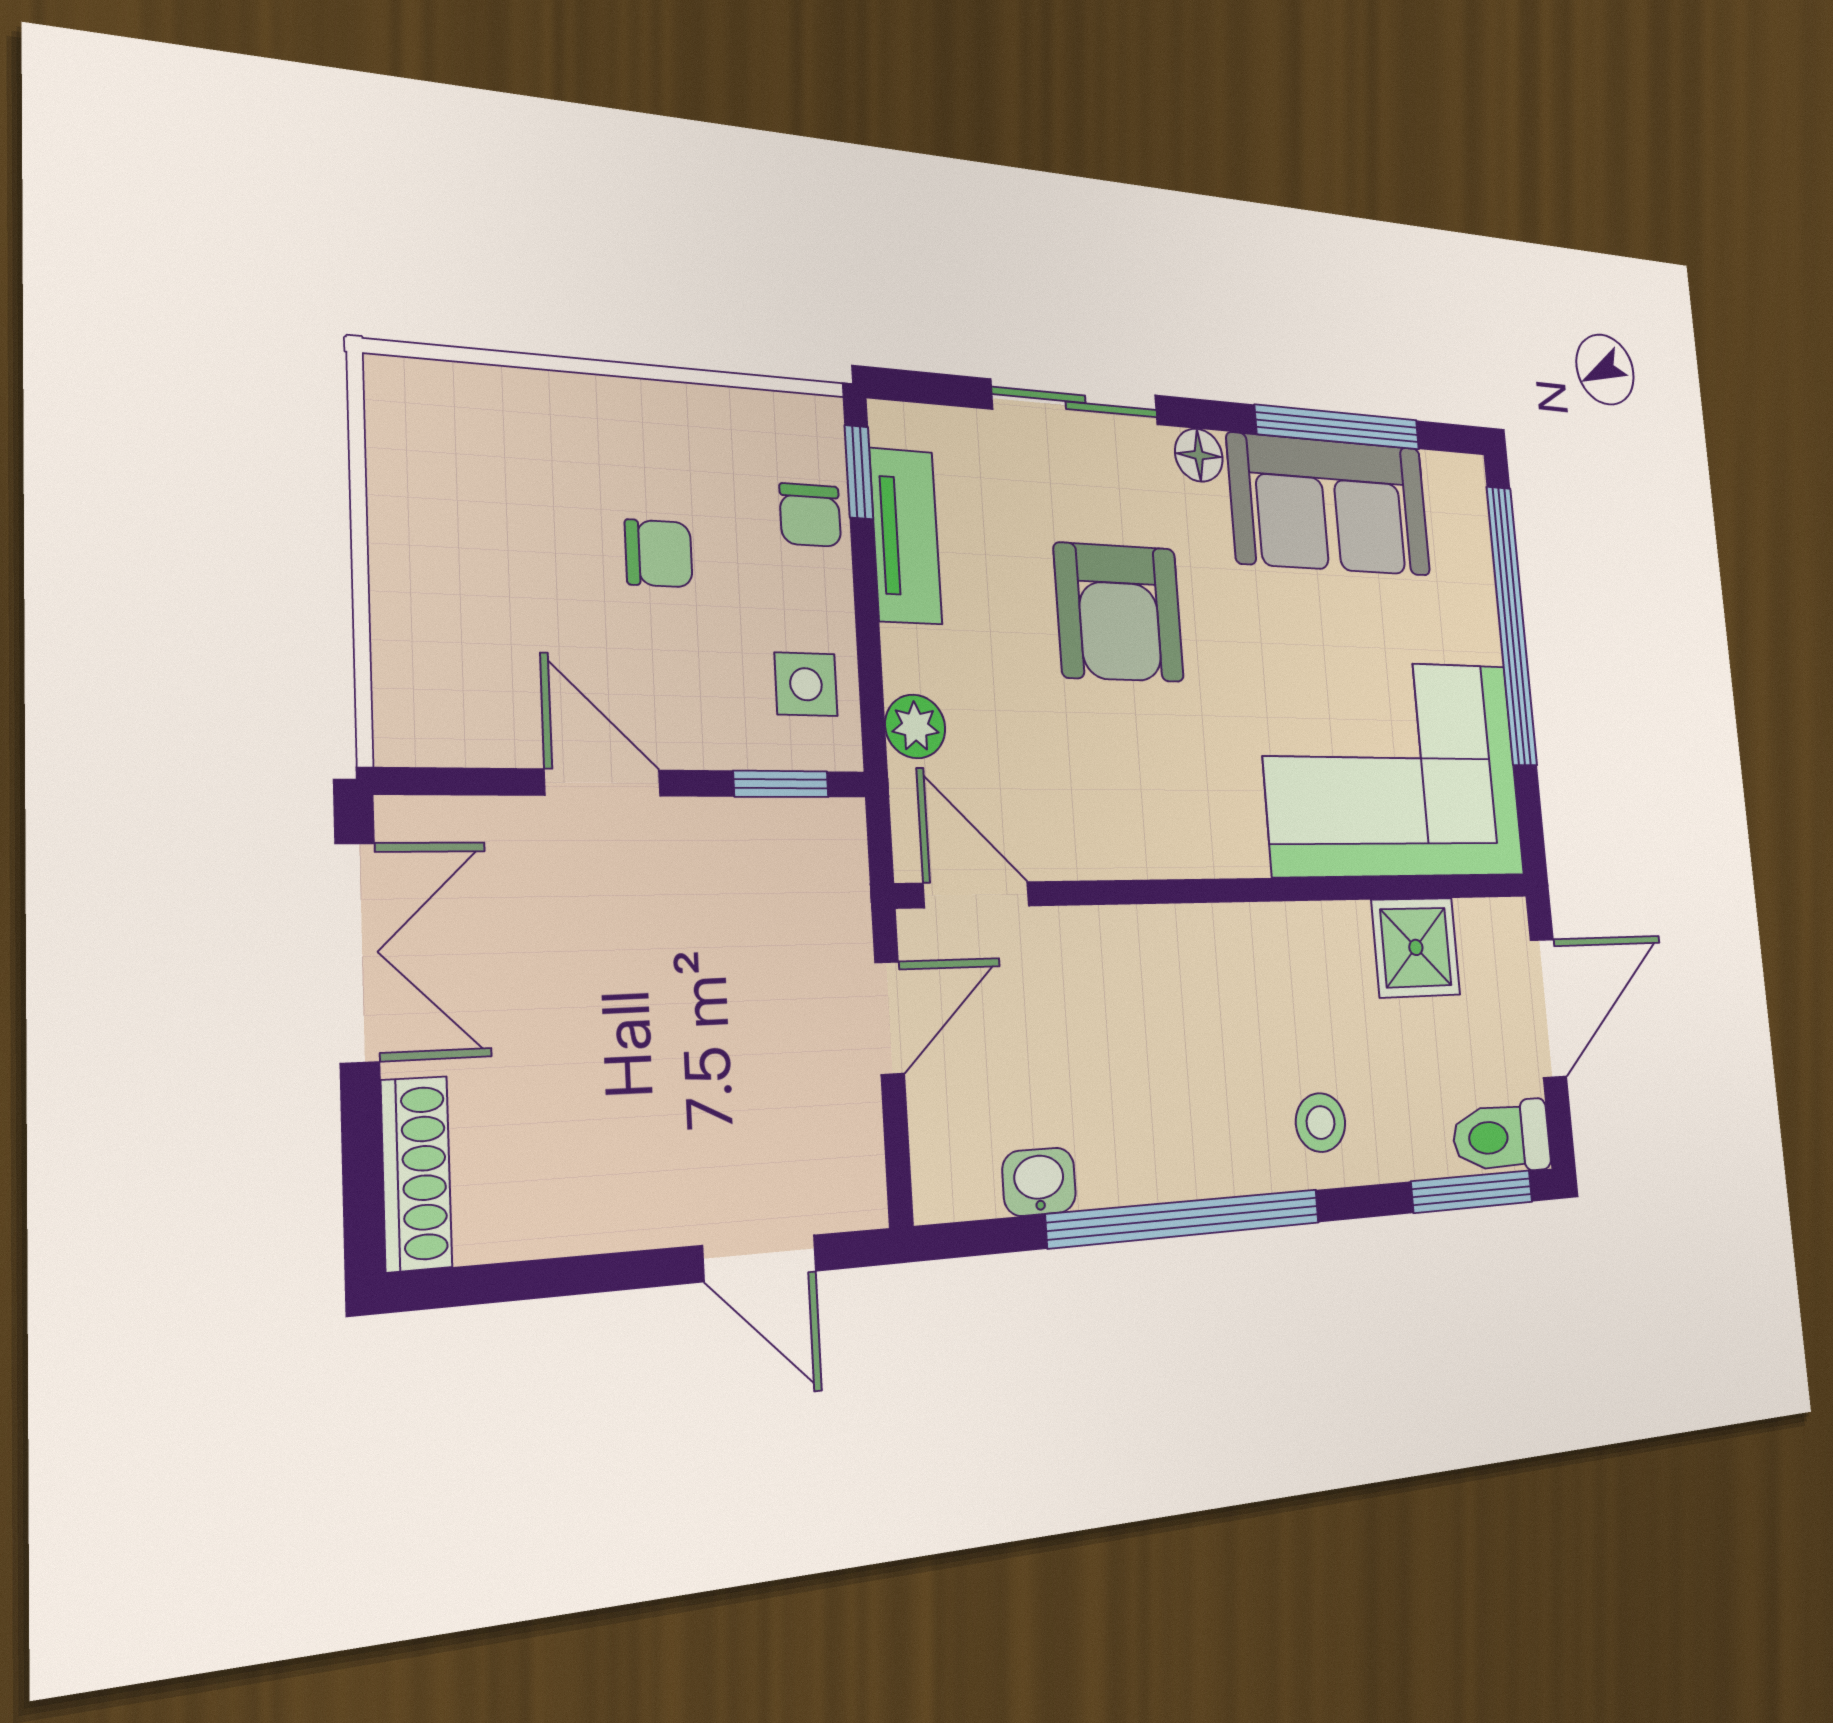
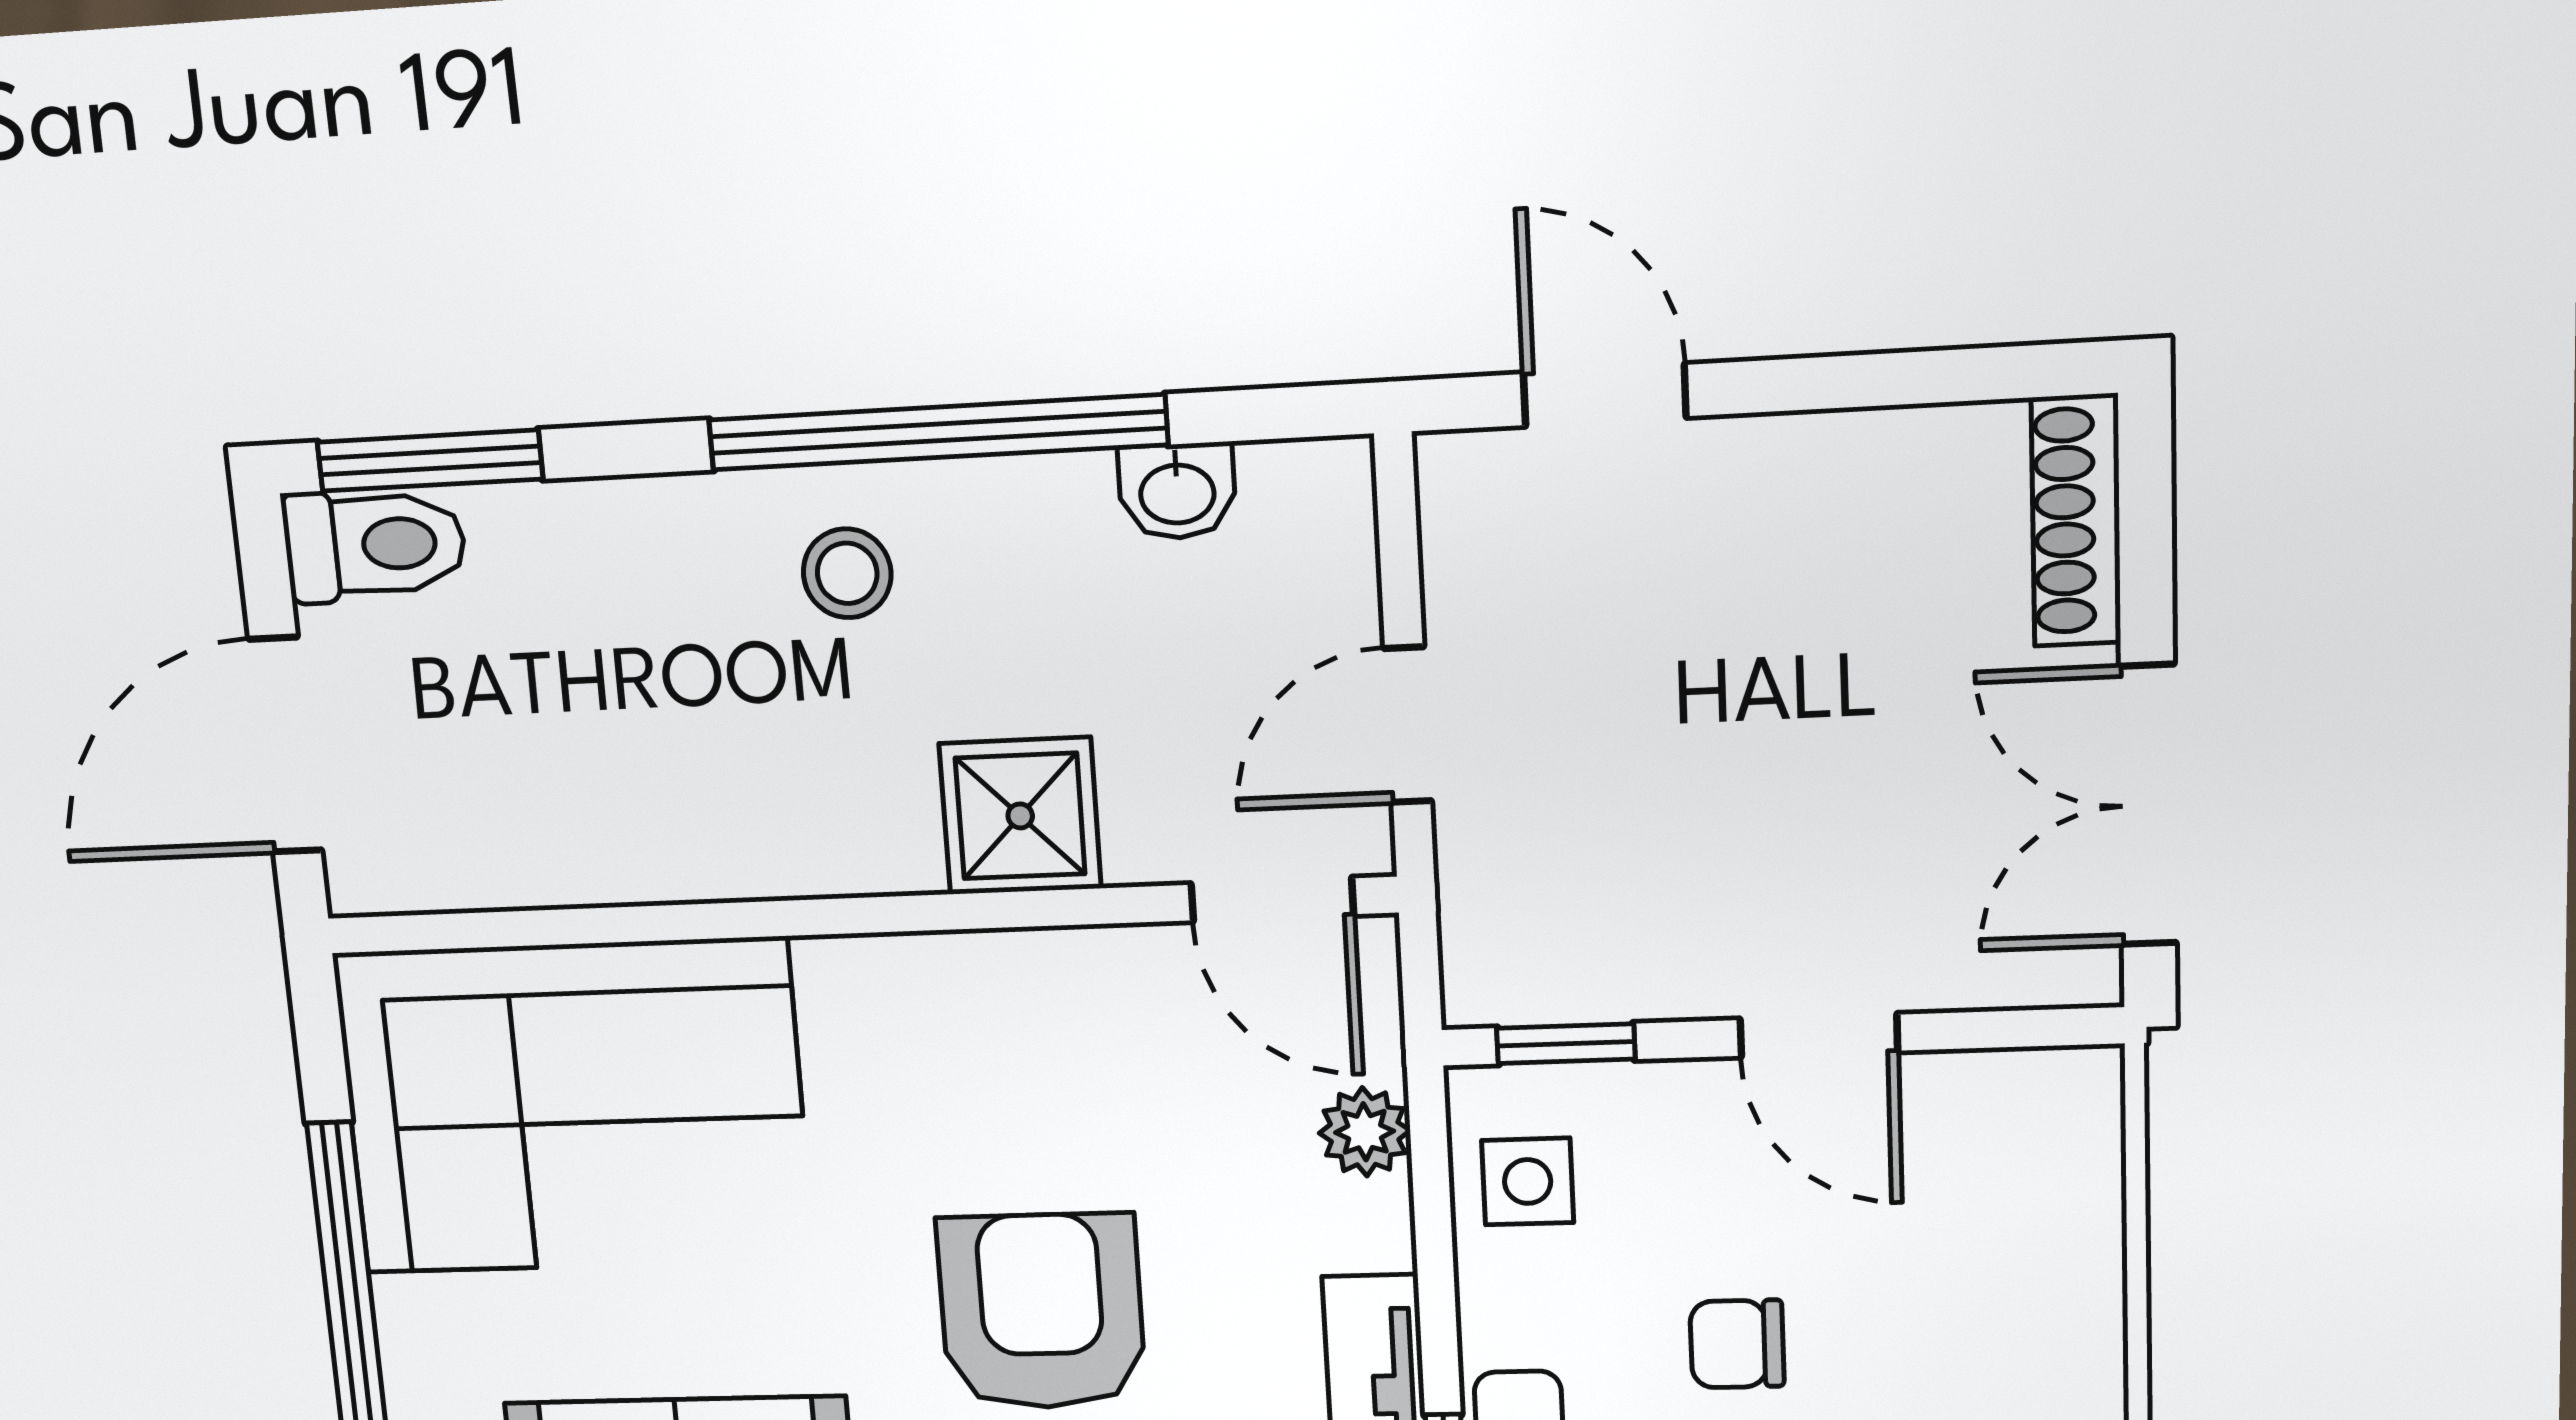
shower: (1416, 947) -> (1020, 816), moved
stool: (1321, 1123) -> (847, 573), moved

